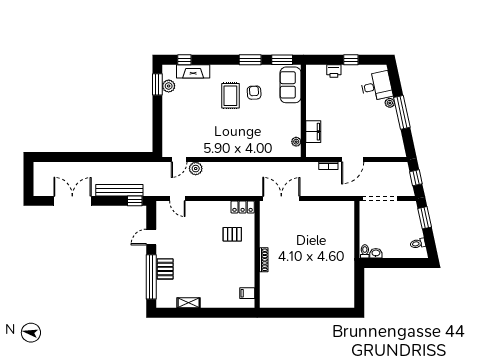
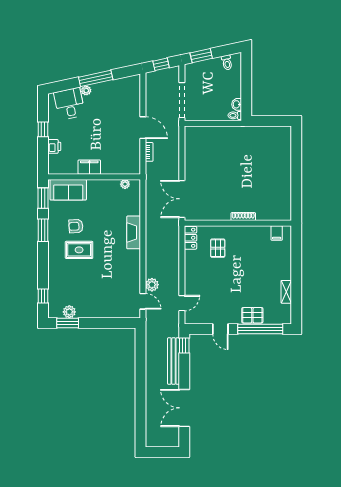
fireplace: (193, 71) -> (134, 232), moved, turned 180
filing cabinet: (313, 132) -> (89, 167), moved

